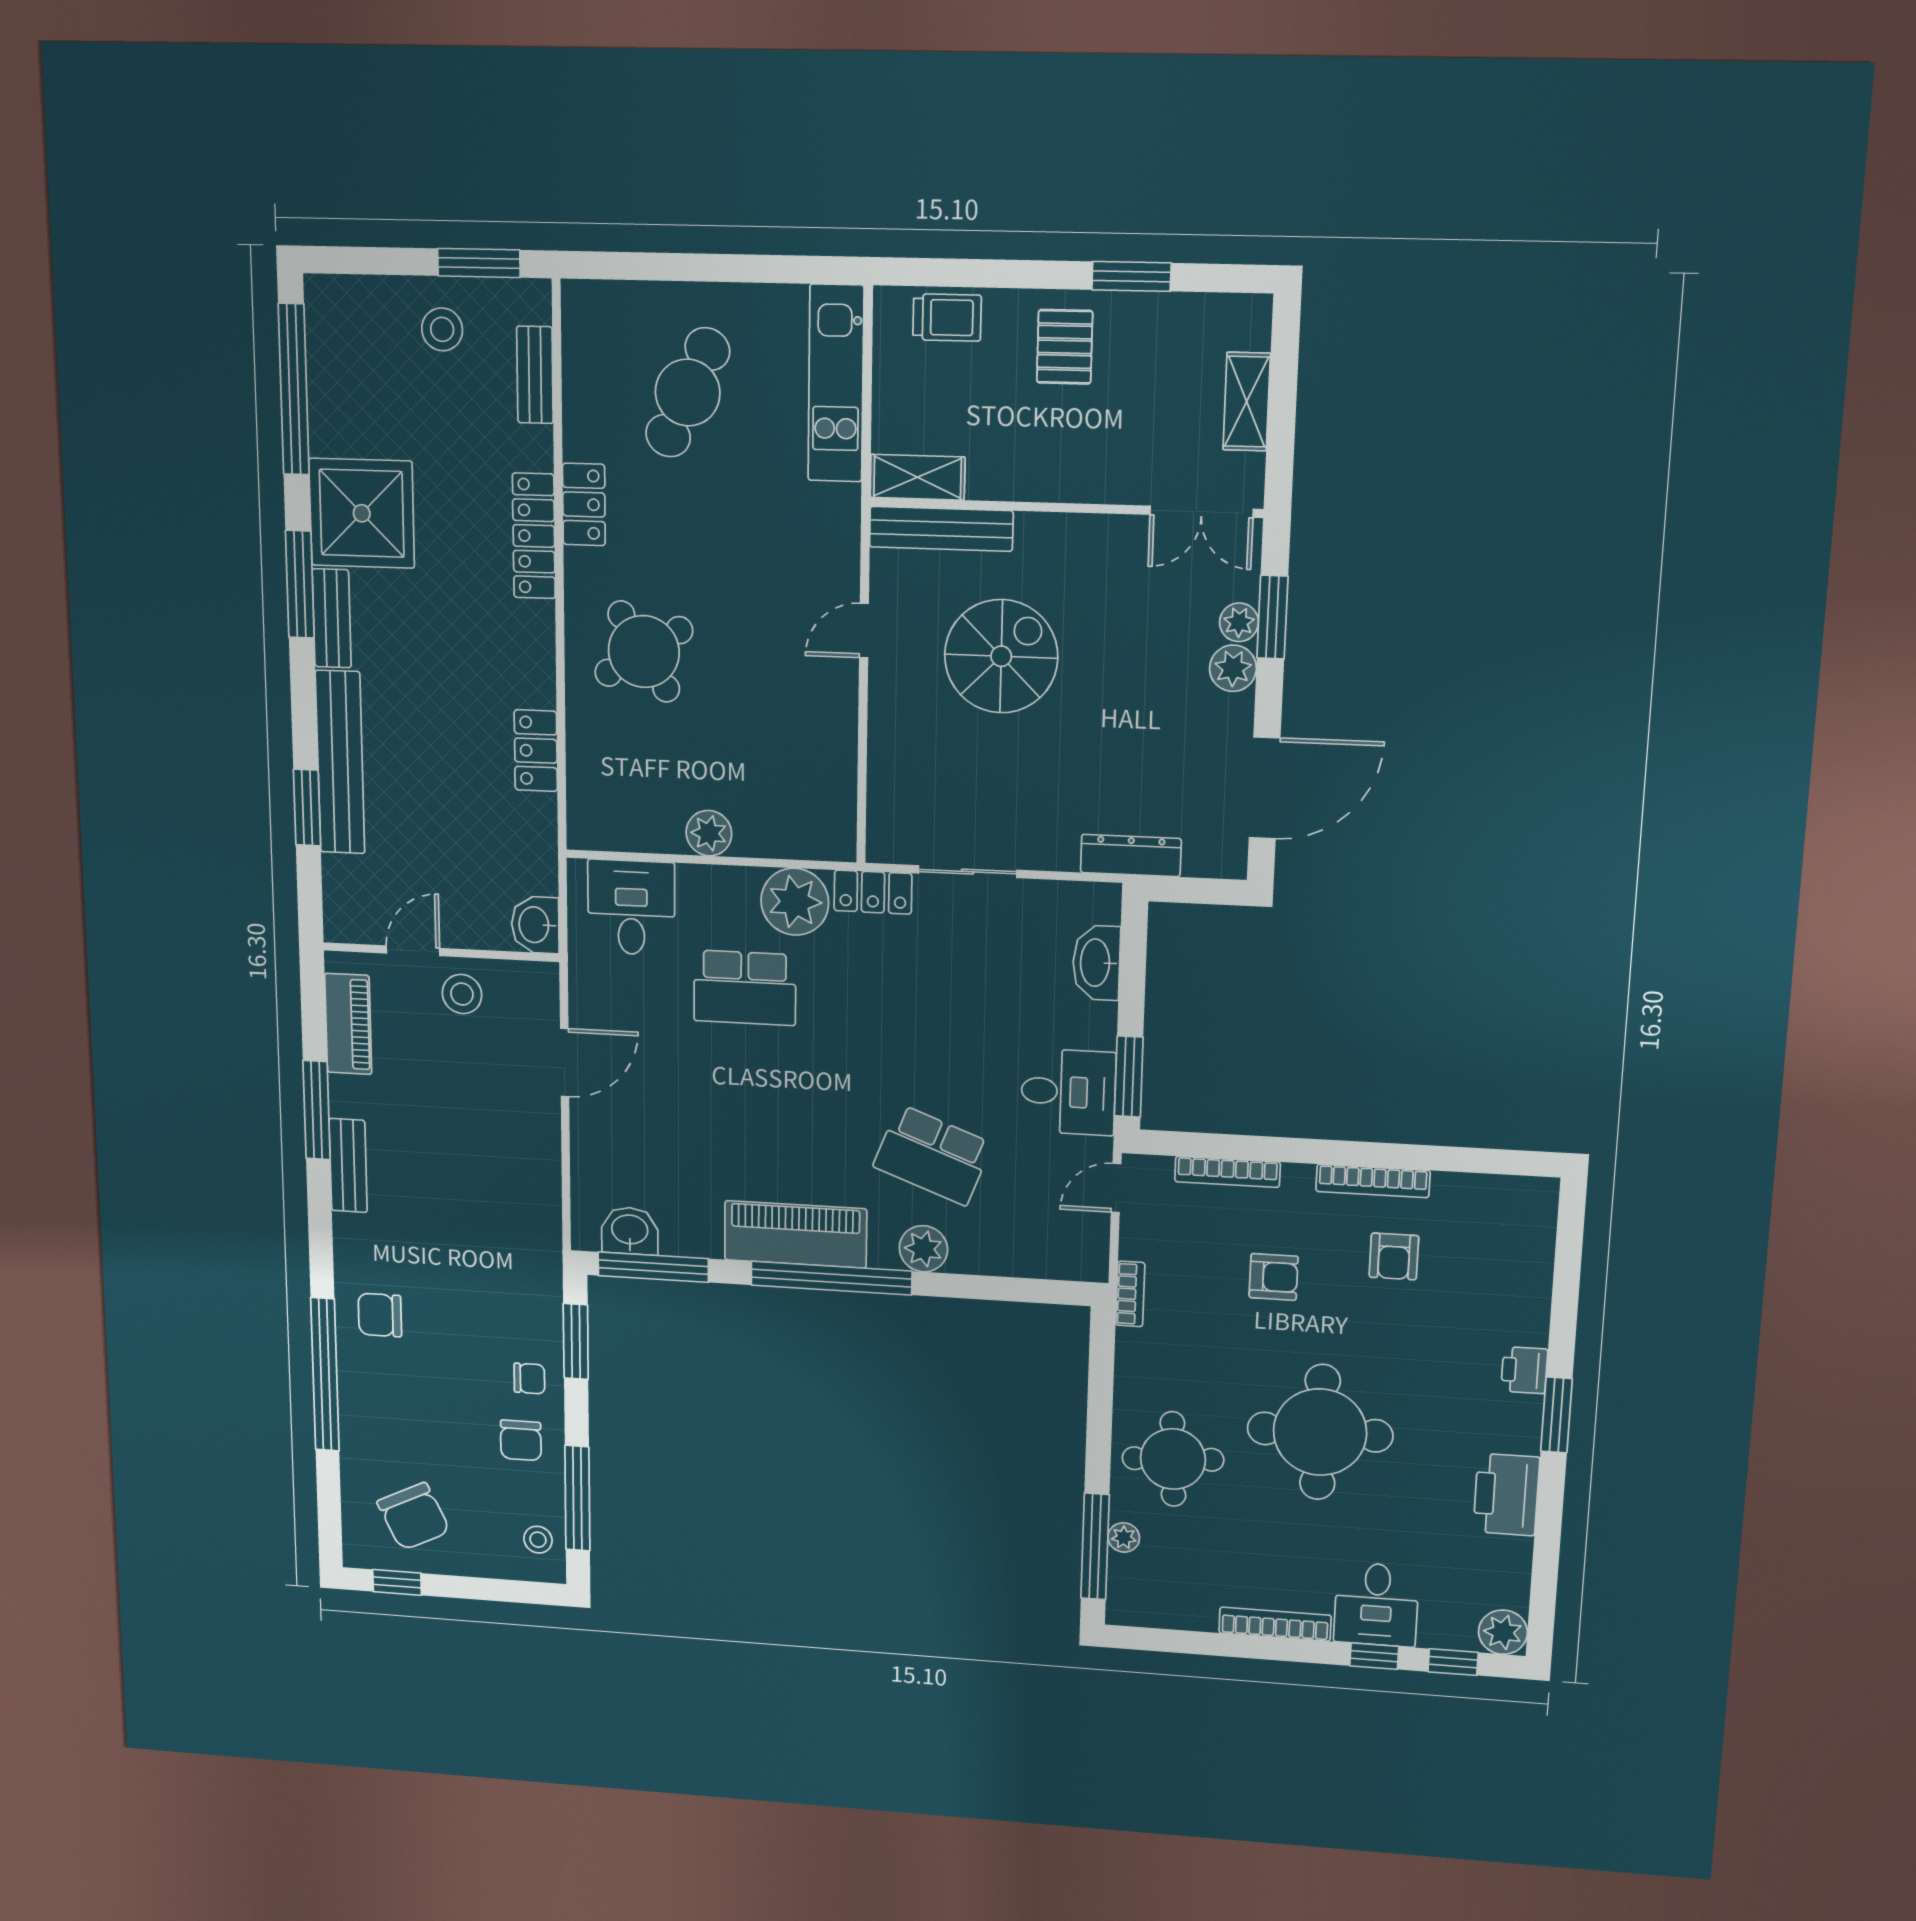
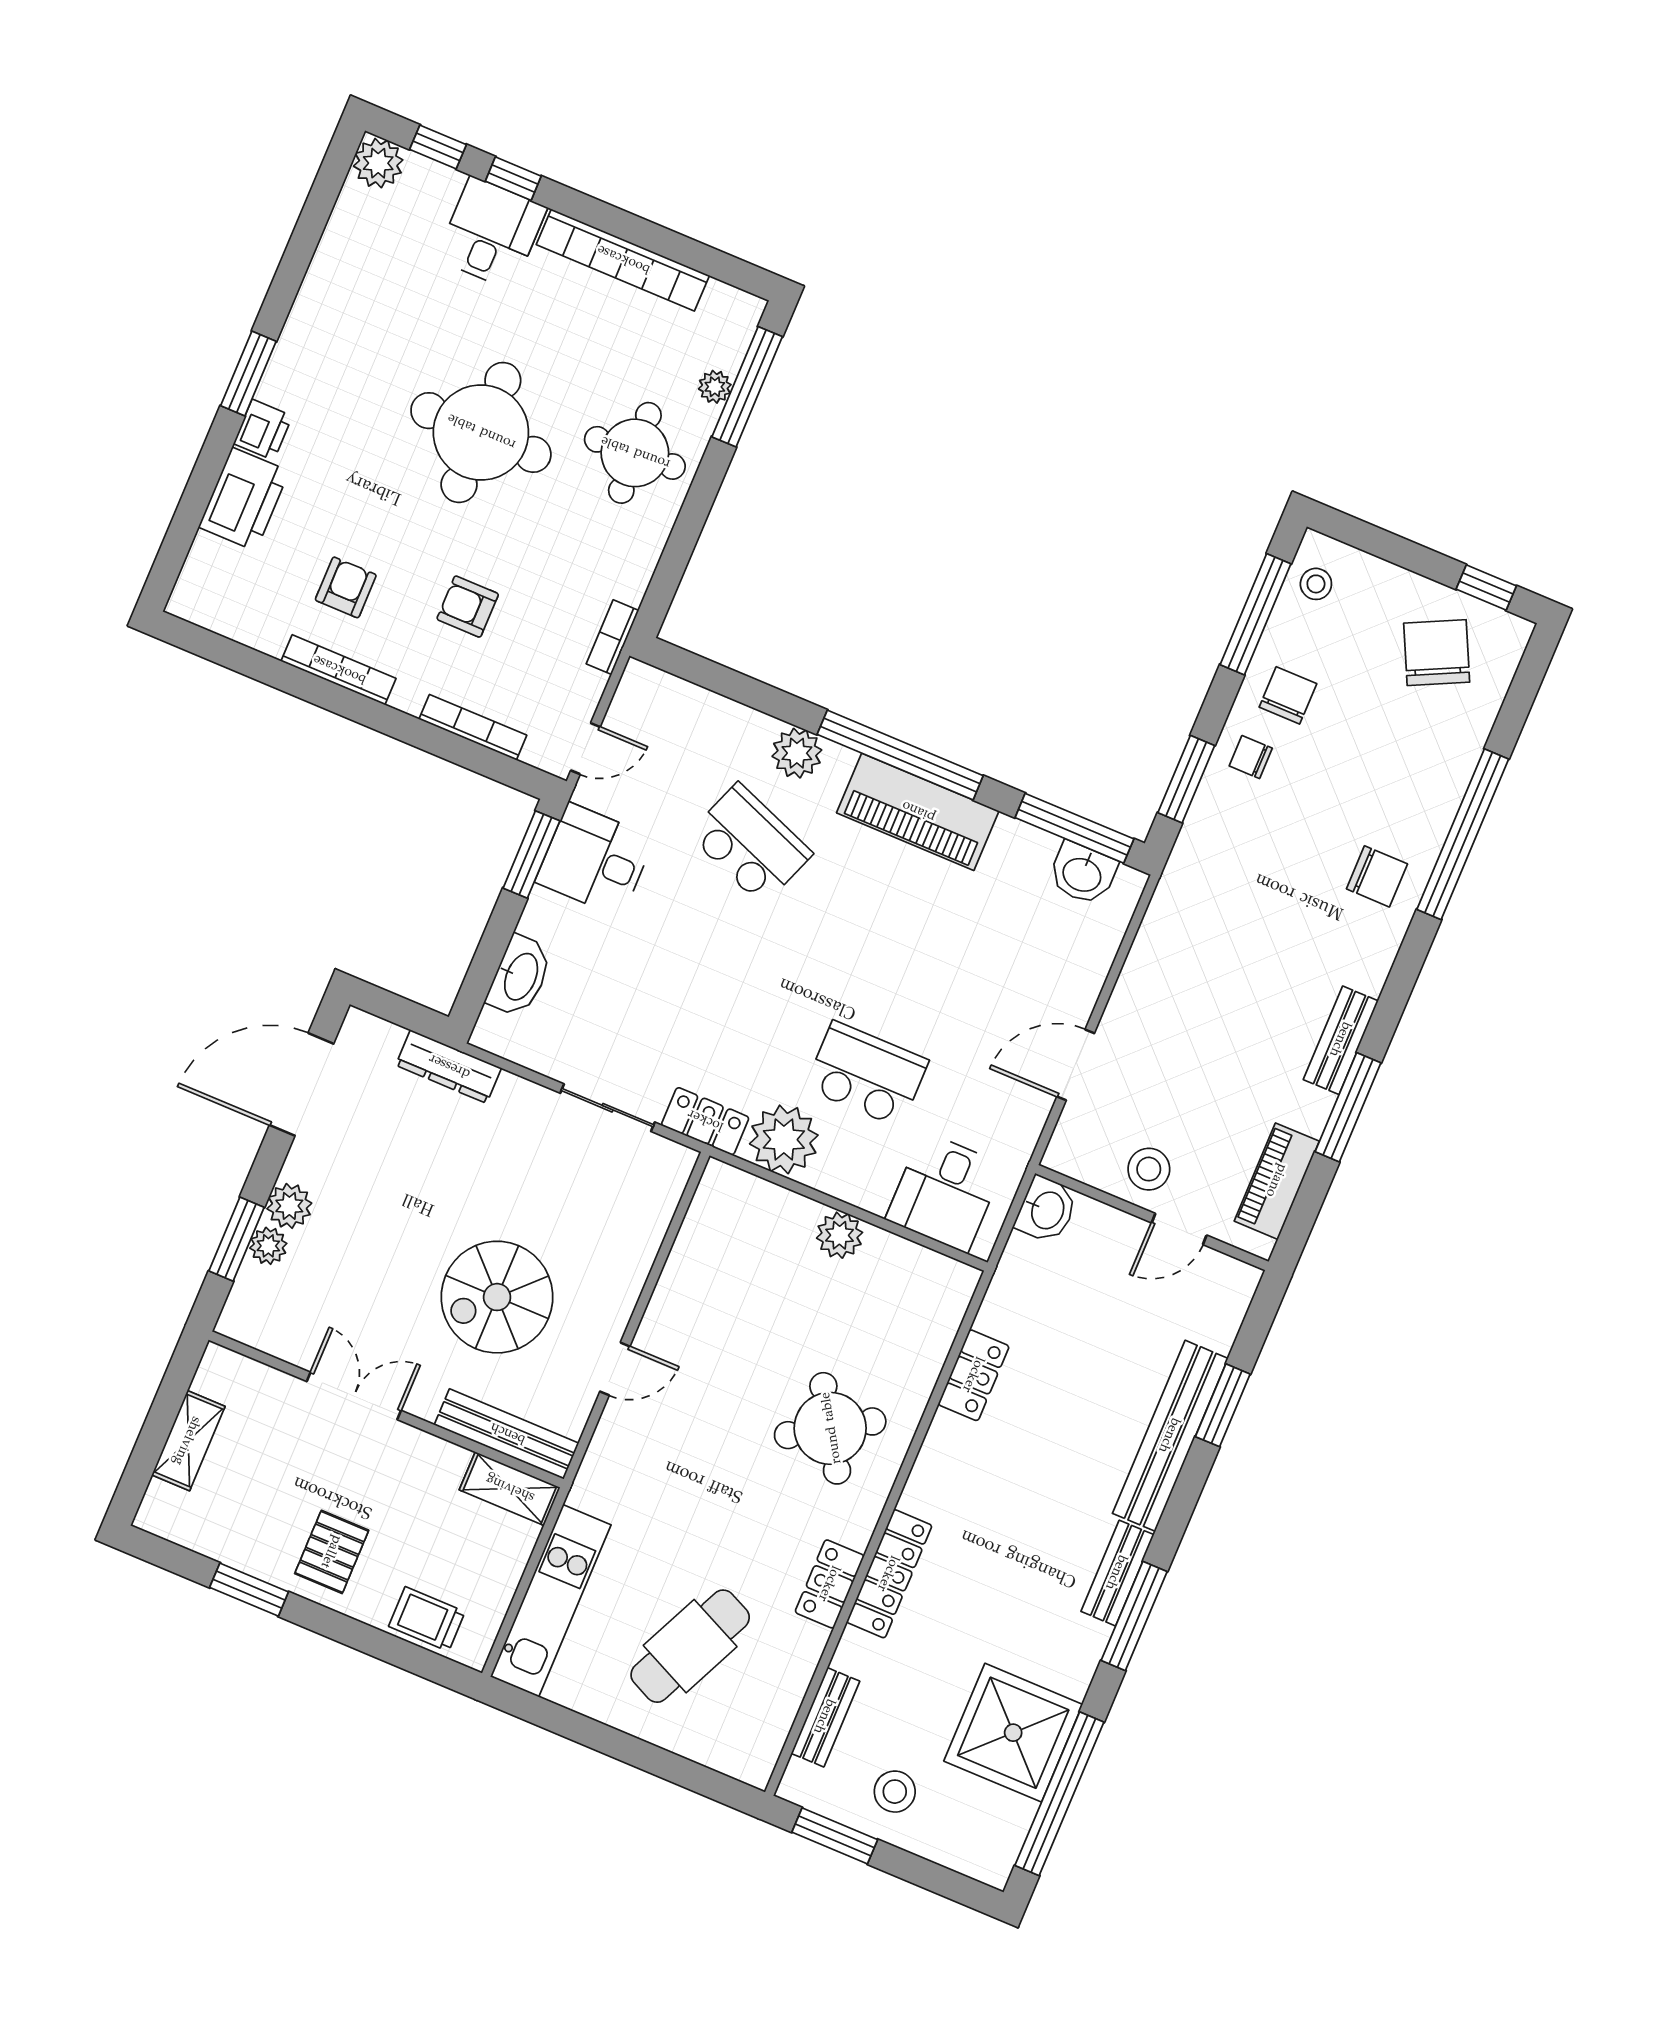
double door: (1202, 512) -> (354, 1396), moved
shower: (362, 513) -> (1013, 1733), moved
printer: (1506, 1495) -> (244, 499), moved
bookcase: (1275, 1624) -> (623, 260), width x1.48, depth x1.31

